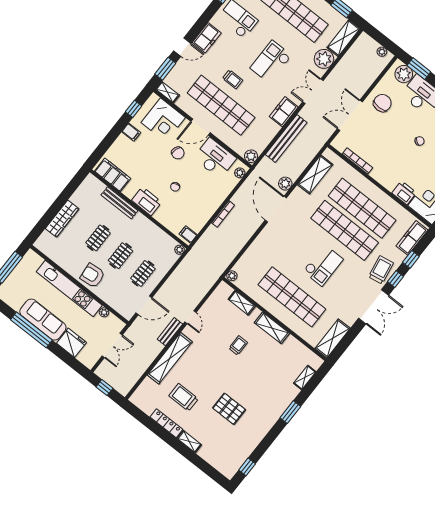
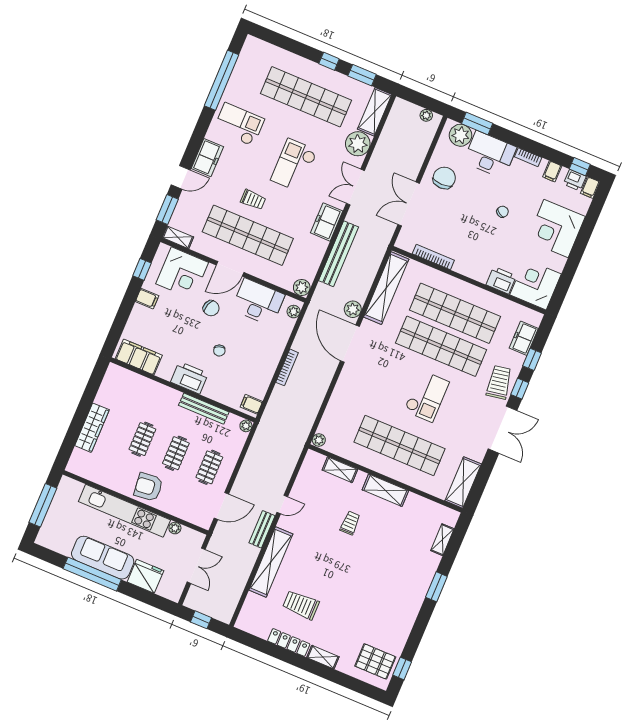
shelving: (315, 175) -> (386, 288), width x1.47
bench: (120, 203) -> (204, 409), moved
freezer: (412, 238) -> (524, 338), width x0.71
door: (191, 317) -> (282, 505), hinge flipped
pallet: (229, 409) -> (375, 661), moved

